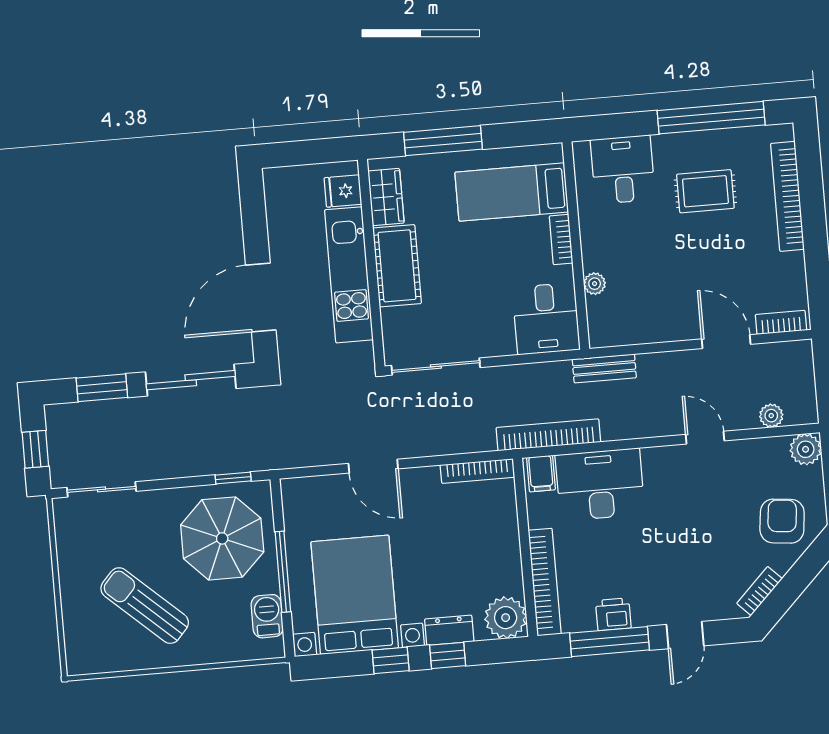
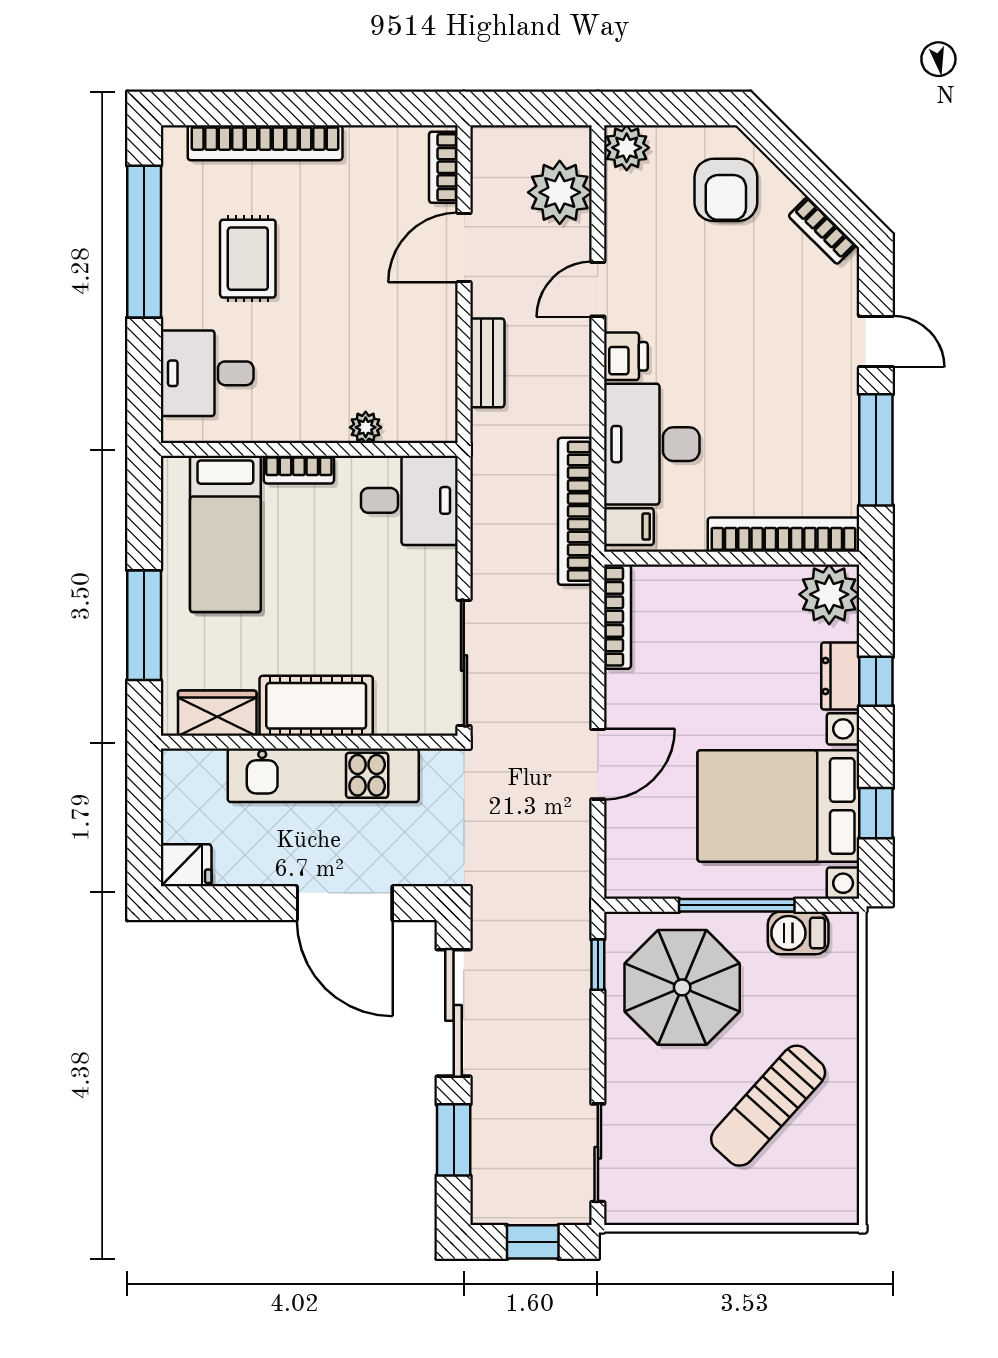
fridge: (343, 191) -> (186, 865), moved, turned -90
bench: (604, 368) -> (487, 363), moved
plant: (771, 416) -> (560, 192), width x1.87, depth x1.87
armchair: (782, 521) -> (726, 190), turned -96
printer: (613, 614) -> (626, 356), moved, turned 180
window: (391, 660) -> (876, 813), moved

